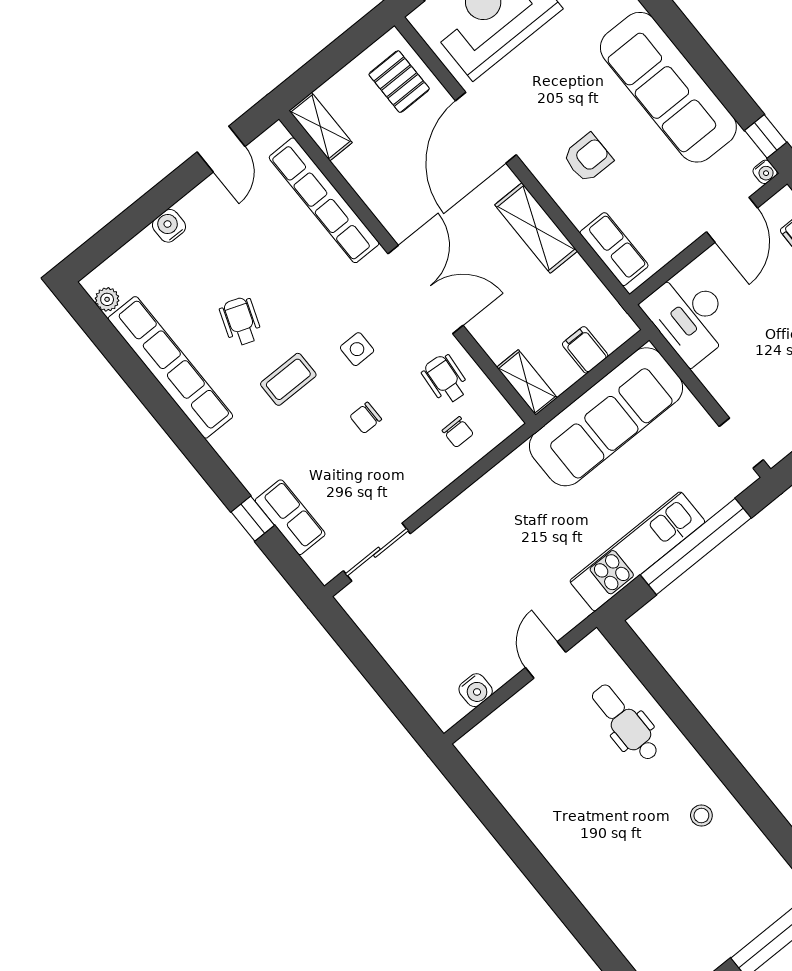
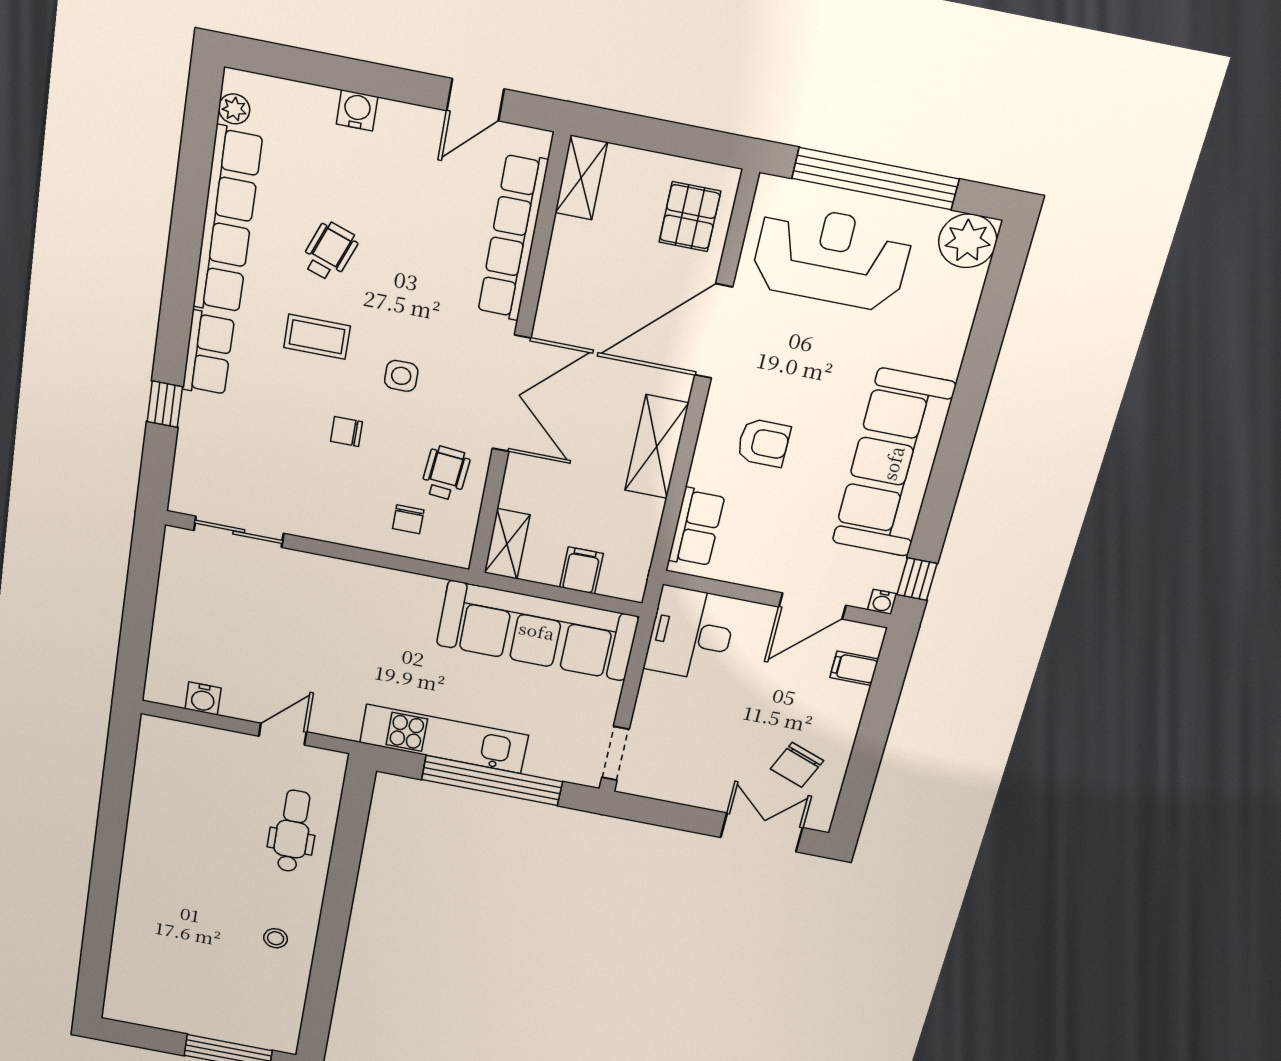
row of seats: (290, 517) -> (208, 353), moved

